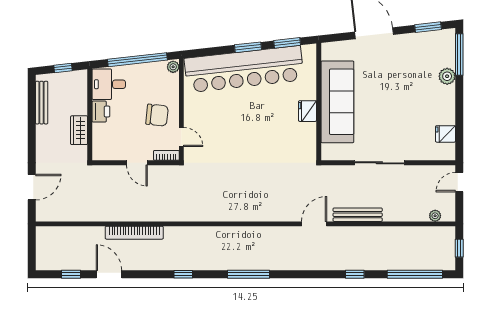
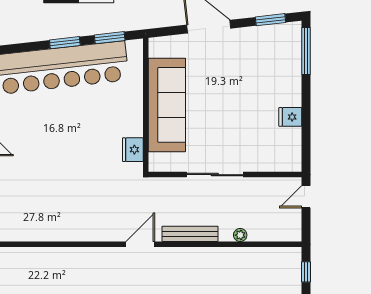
plant: (447, 76) -> (292, 76), removed
fridge: (308, 111) -> (133, 150), moved
fridge: (445, 134) -> (290, 117), moved
plant: (435, 216) -> (240, 235), moved

